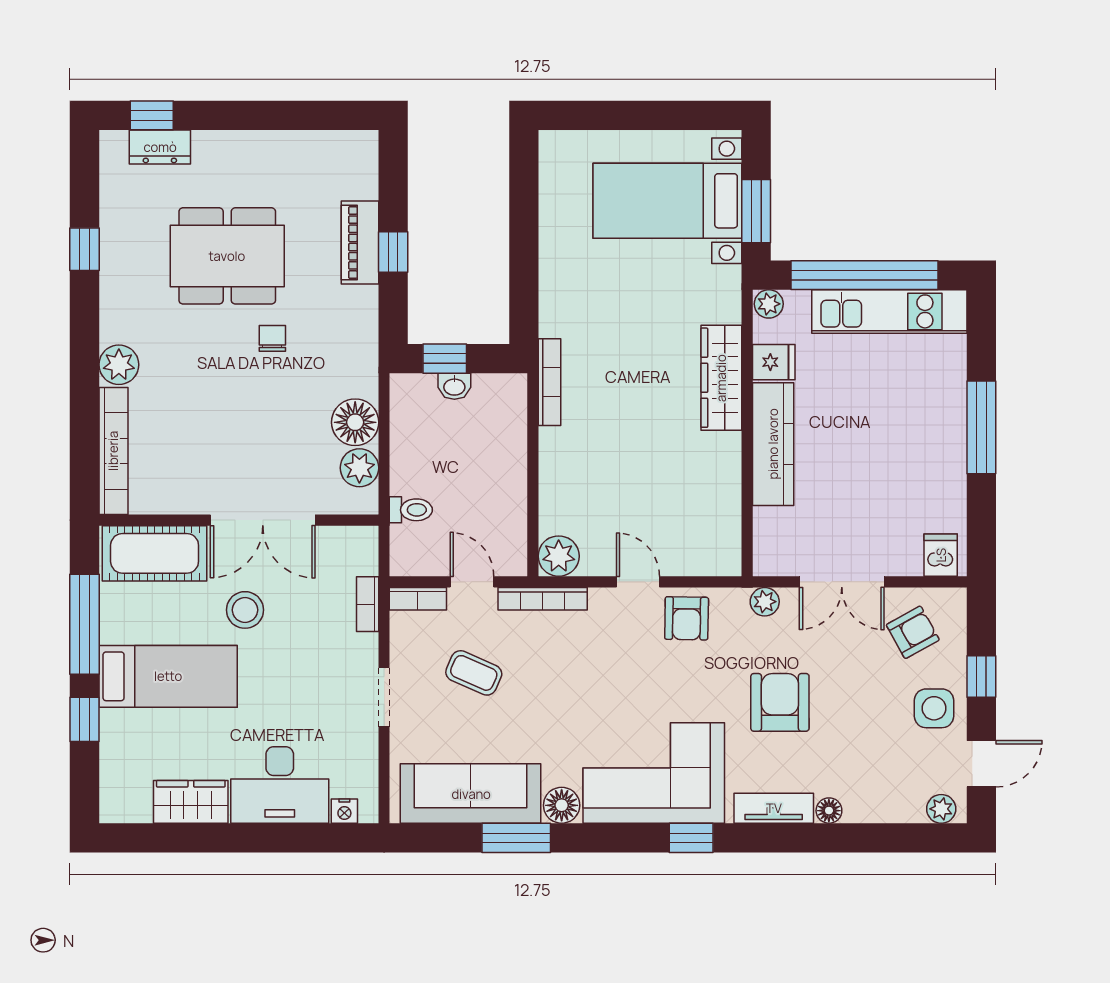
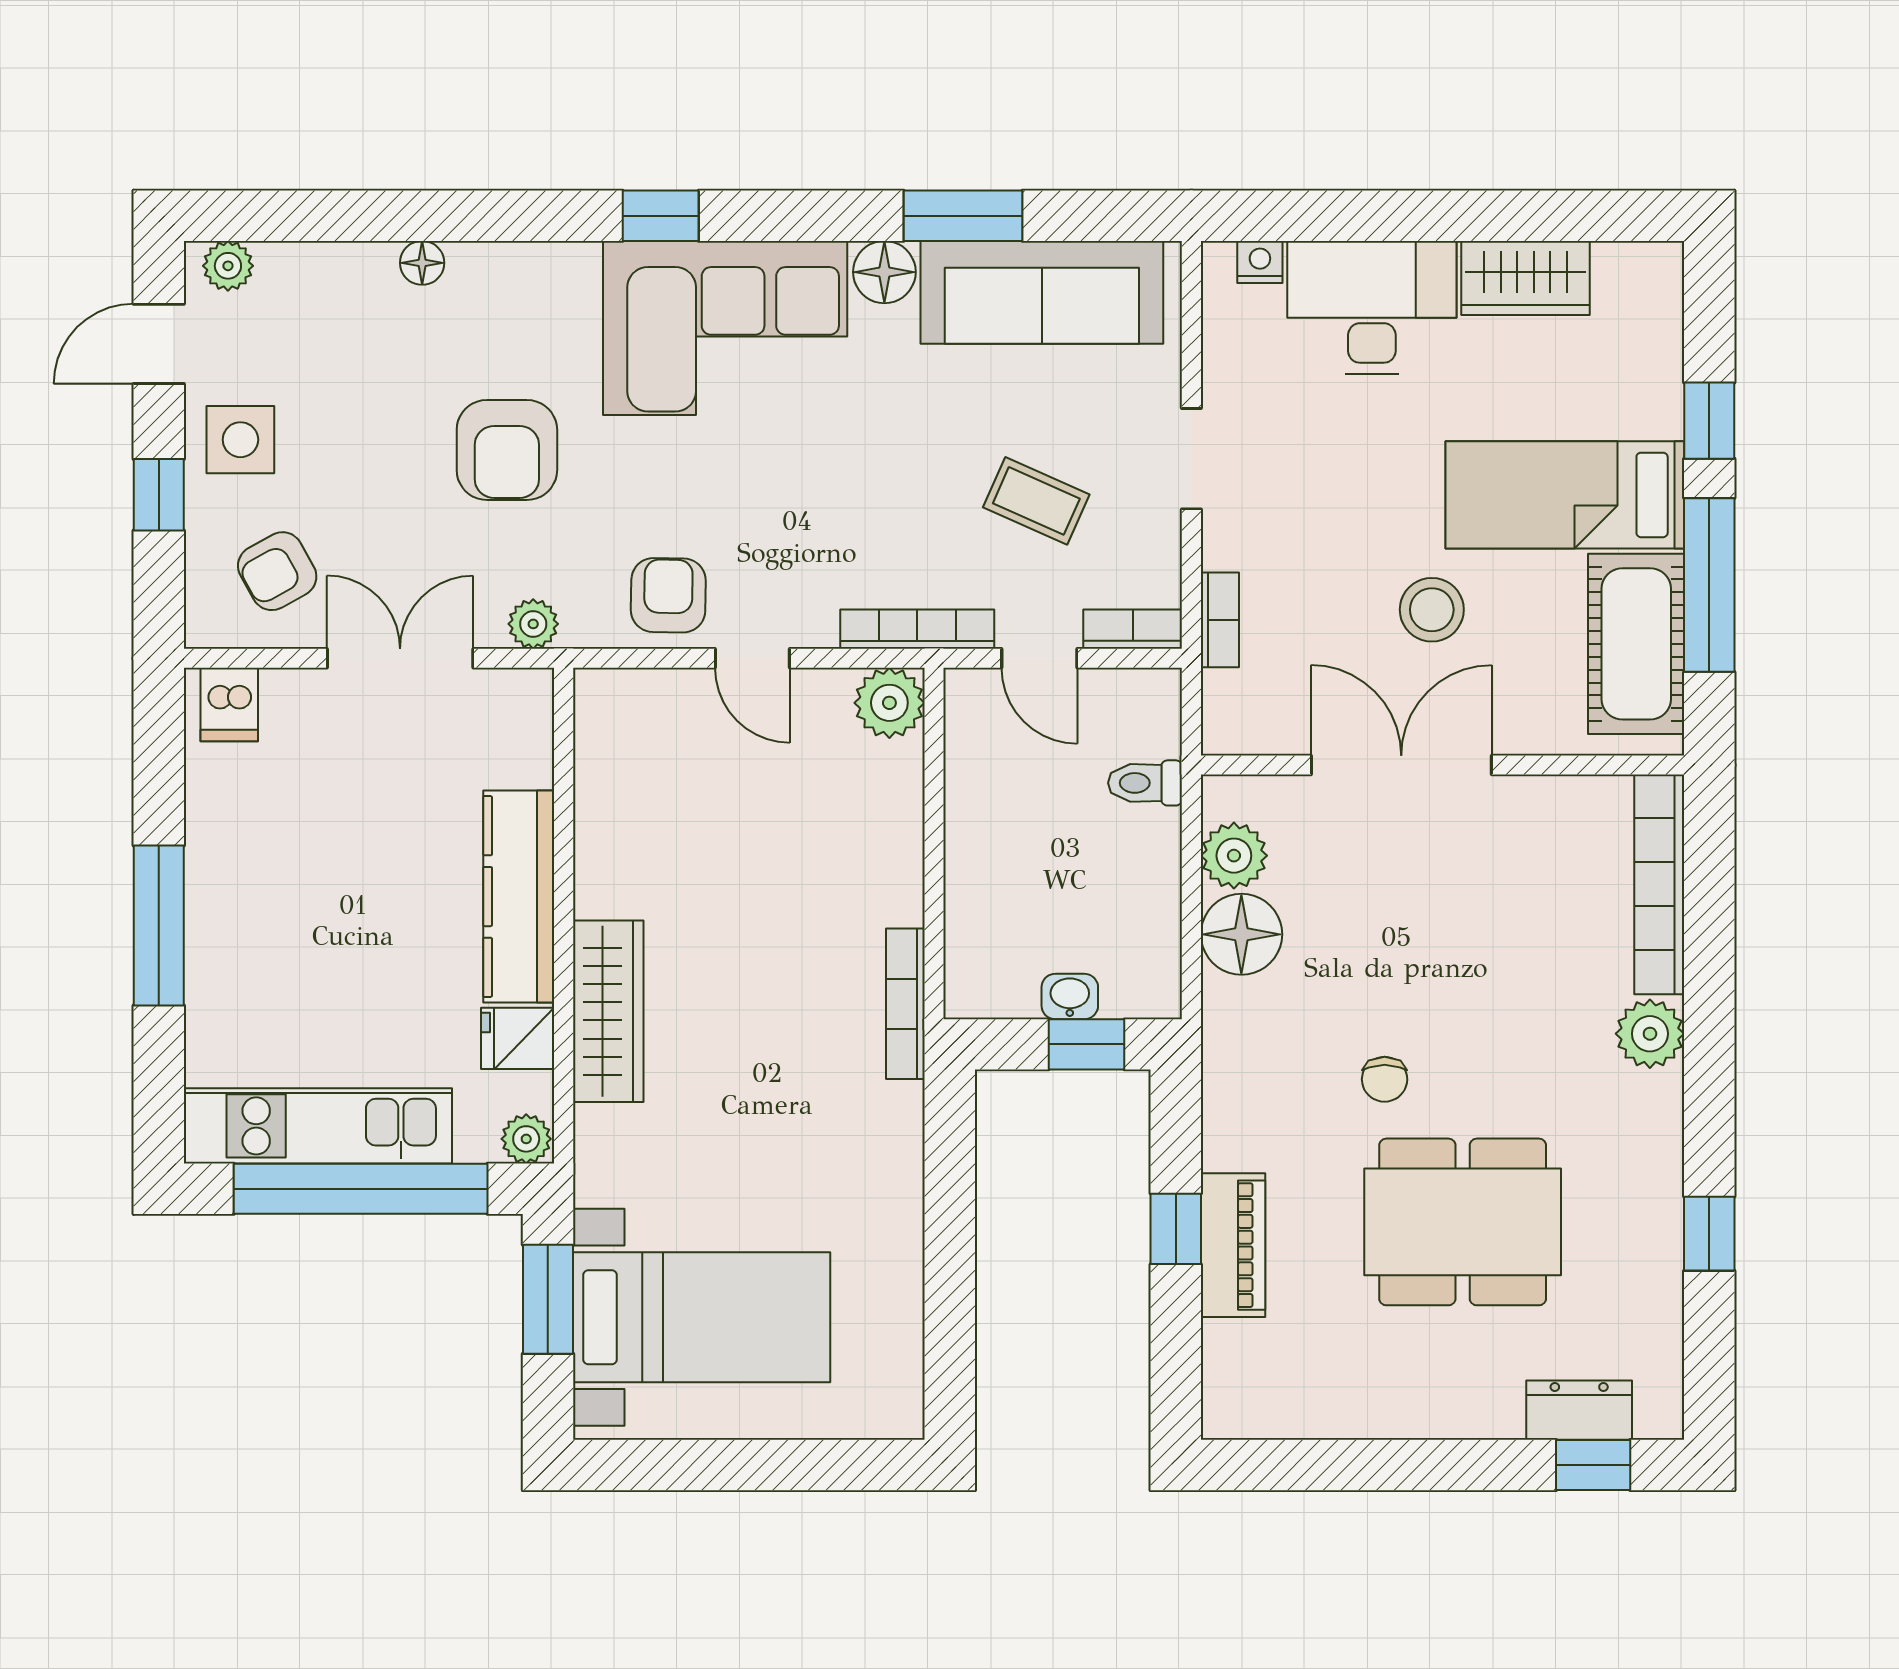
cot: (155, 553) -> (1636, 644), moved, turned 90
tv unit: (774, 808) -> (518, 267), removed

